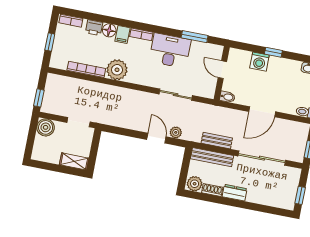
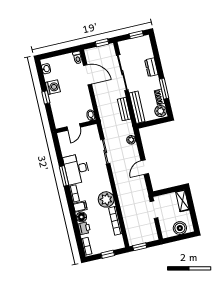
window: (195, 37) -> (64, 176), moved
washing machine: (259, 62) -> (53, 87), moved
window: (39, 98) -> (140, 247), moved
door: (262, 112) -> (88, 75), moved
boiler: (46, 127) -> (180, 228), moved
door: (156, 138) -> (145, 167), moved
dresser: (235, 193) -> (151, 67), moved
window: (220, 200) -> (164, 89), added

